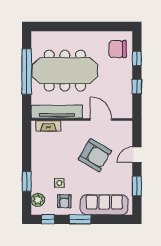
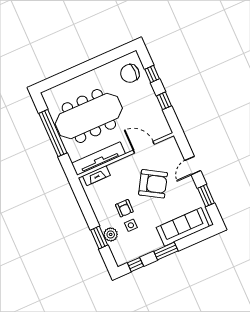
plant: (38, 200) -> (111, 234), moved
armchair: (64, 201) -> (124, 208), moved

